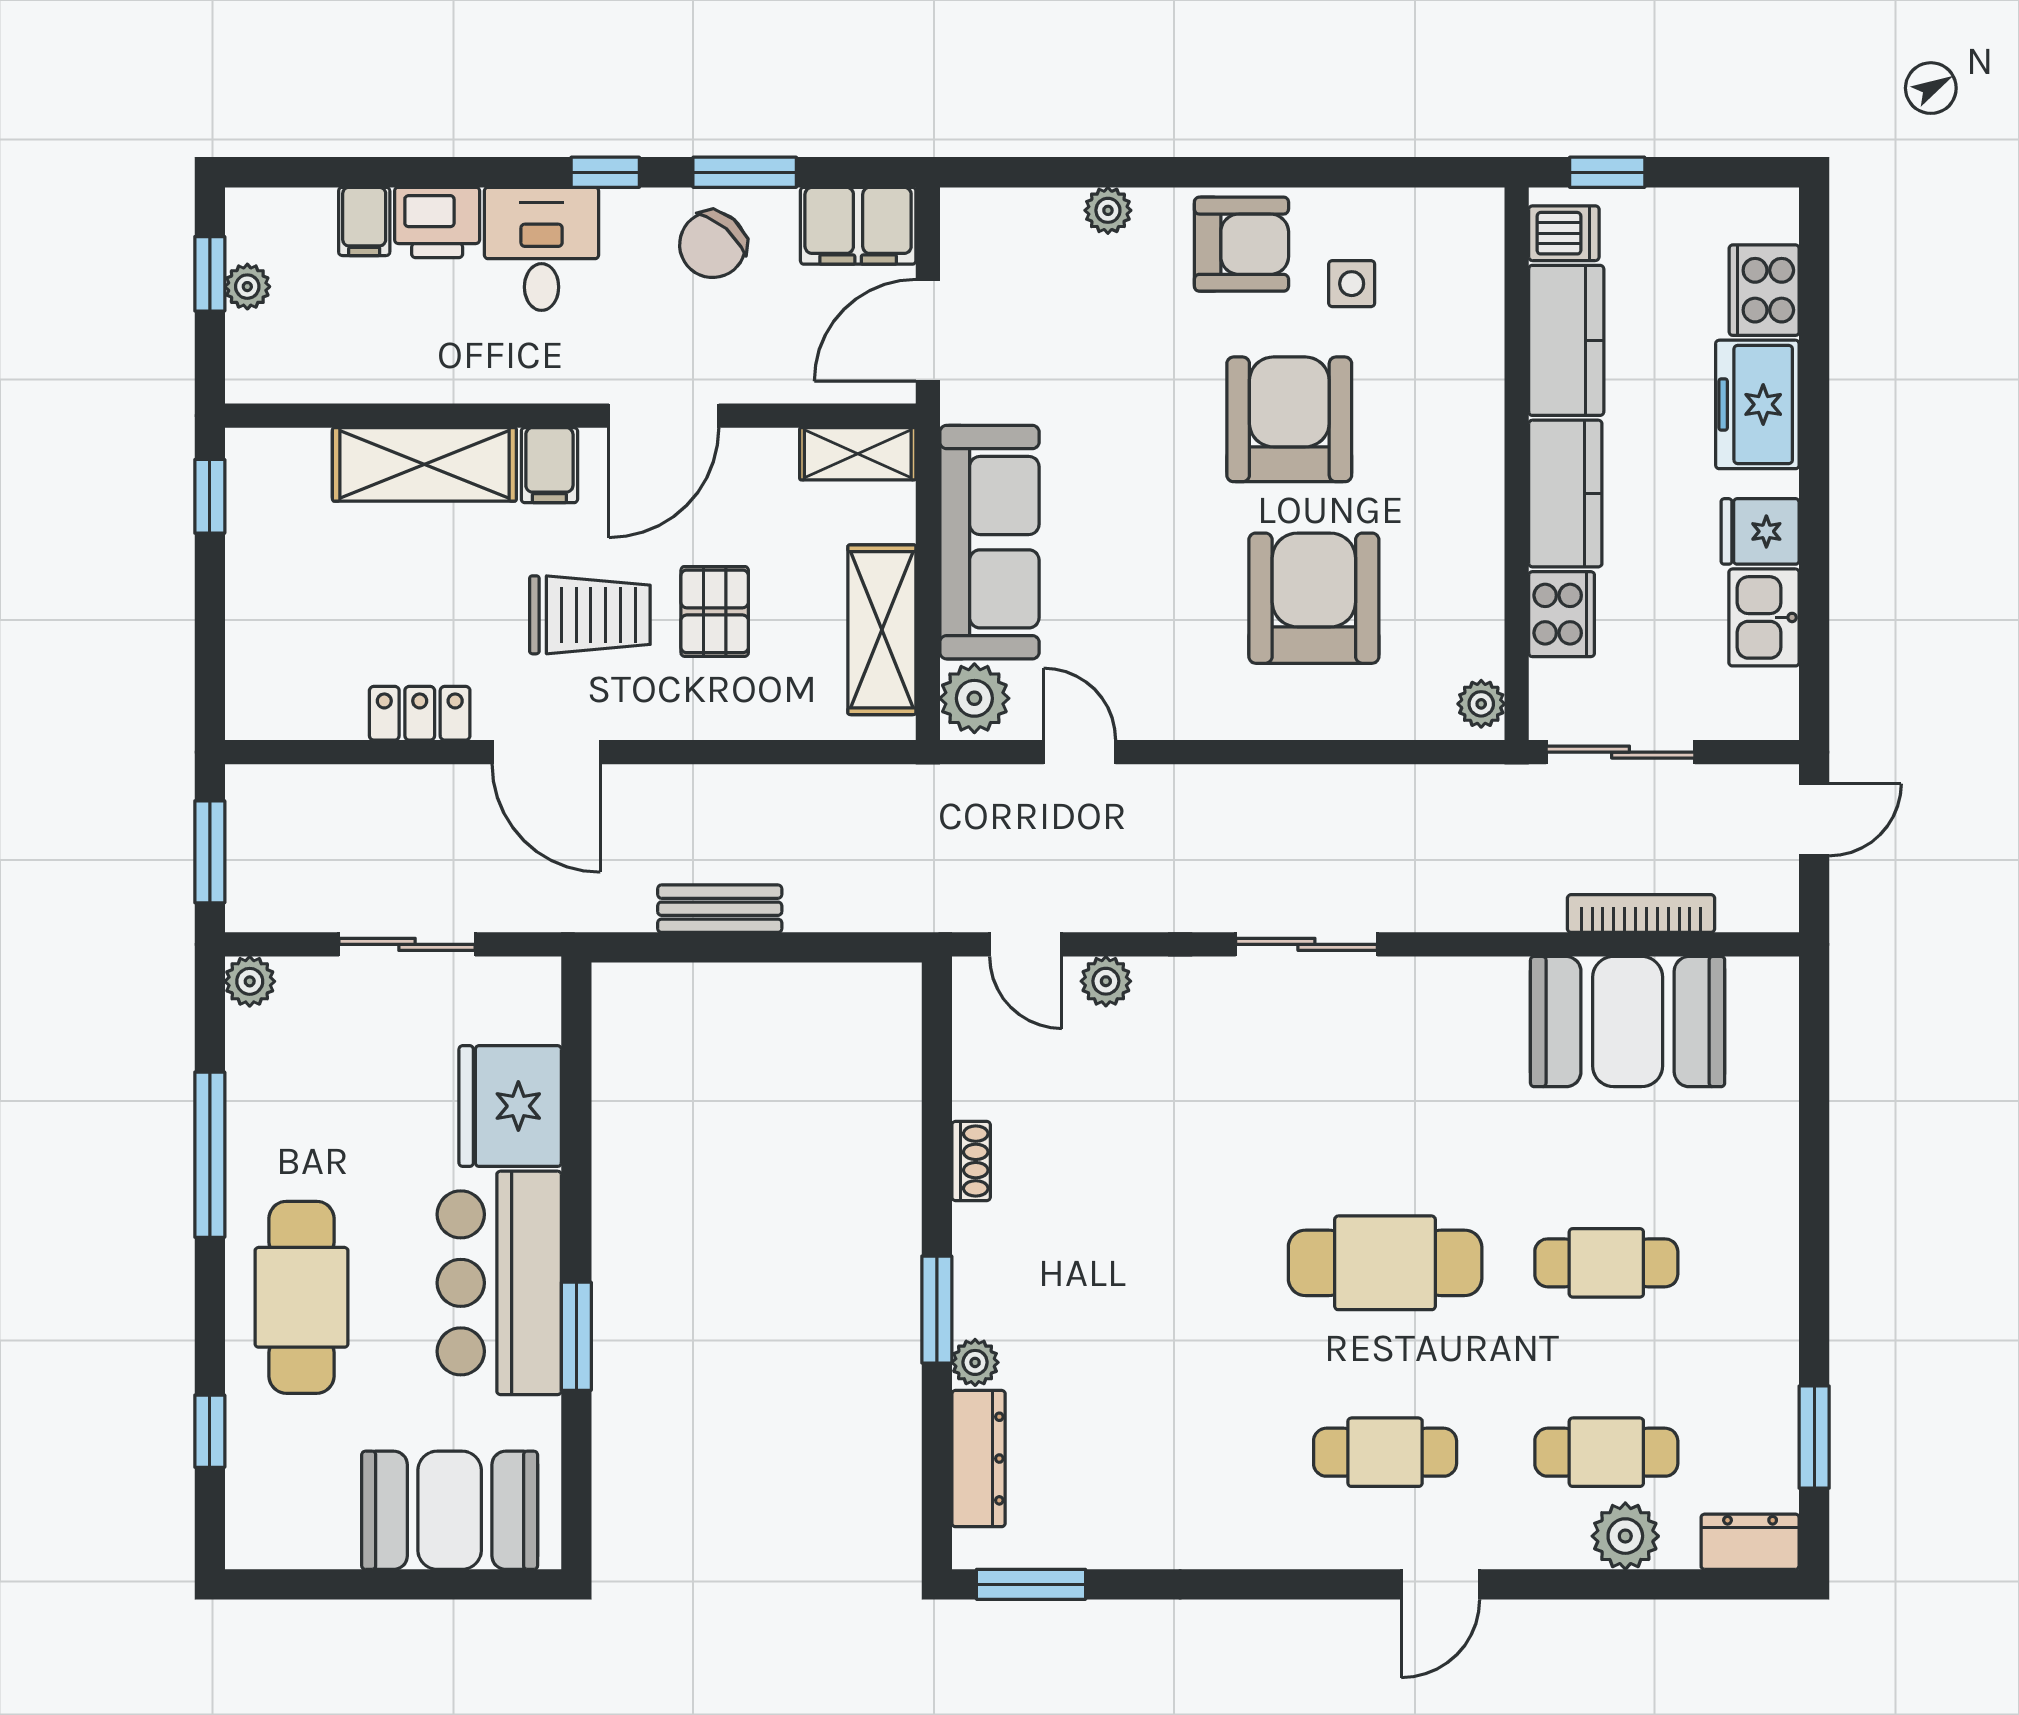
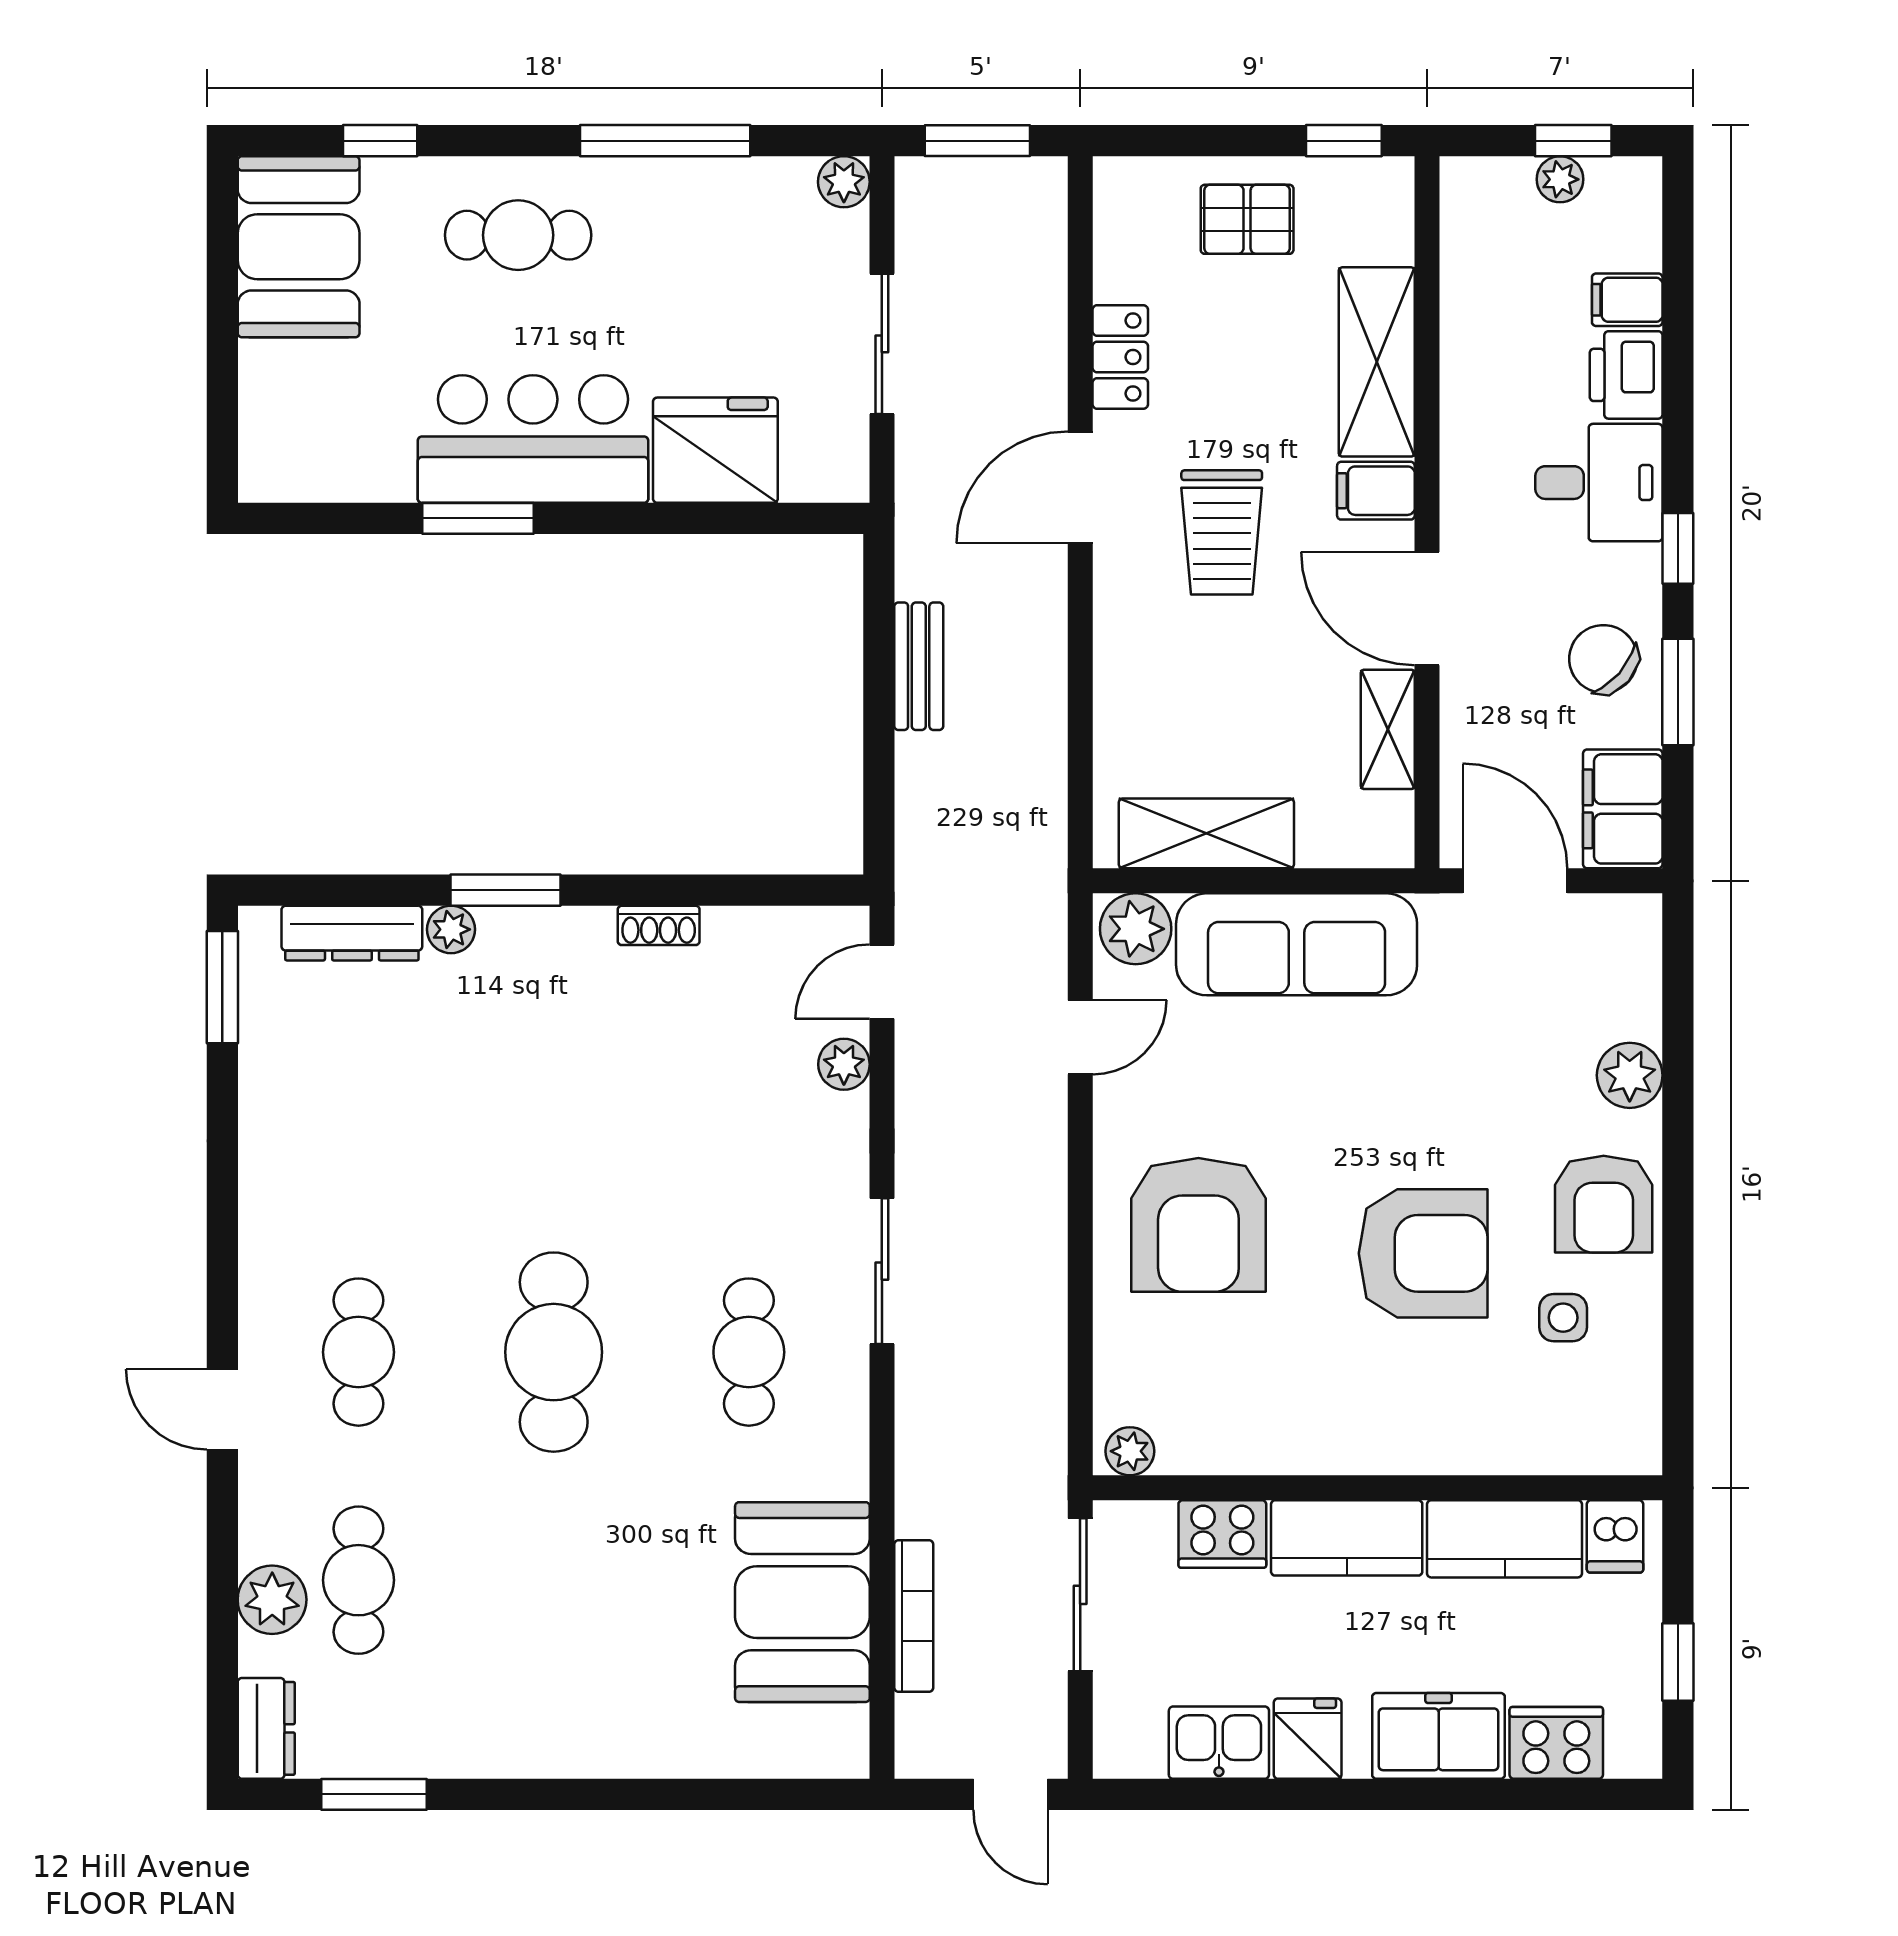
window: (1607, 172) -> (1678, 1662), moved
plant: (1108, 210) -> (1630, 1075), width x1.38, depth x1.38
shelving: (858, 454) -> (1388, 729), moved
armchair: (1314, 598) -> (1198, 1225), moved, turned 90
pallet: (715, 611) -> (1247, 219), moved
cafe table: (1606, 1263) -> (749, 1352), moved
cafe table: (301, 1297) -> (518, 235), width x0.73, depth x0.74
booth: (450, 1510) -> (299, 247), moved

